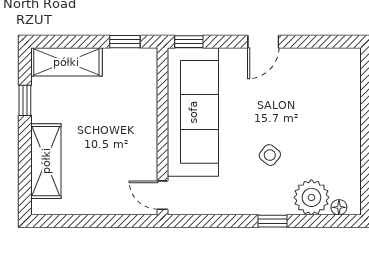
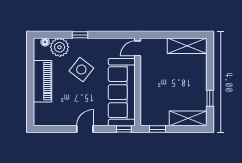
piano: (344, 133) -> (42, 81), added
side table: (270, 155) -> (81, 69), width x1.87, depth x1.87
shelving: (46, 161) -> (187, 46), moved, turned 90
door: (163, 195) -> (138, 48), swing flipped

